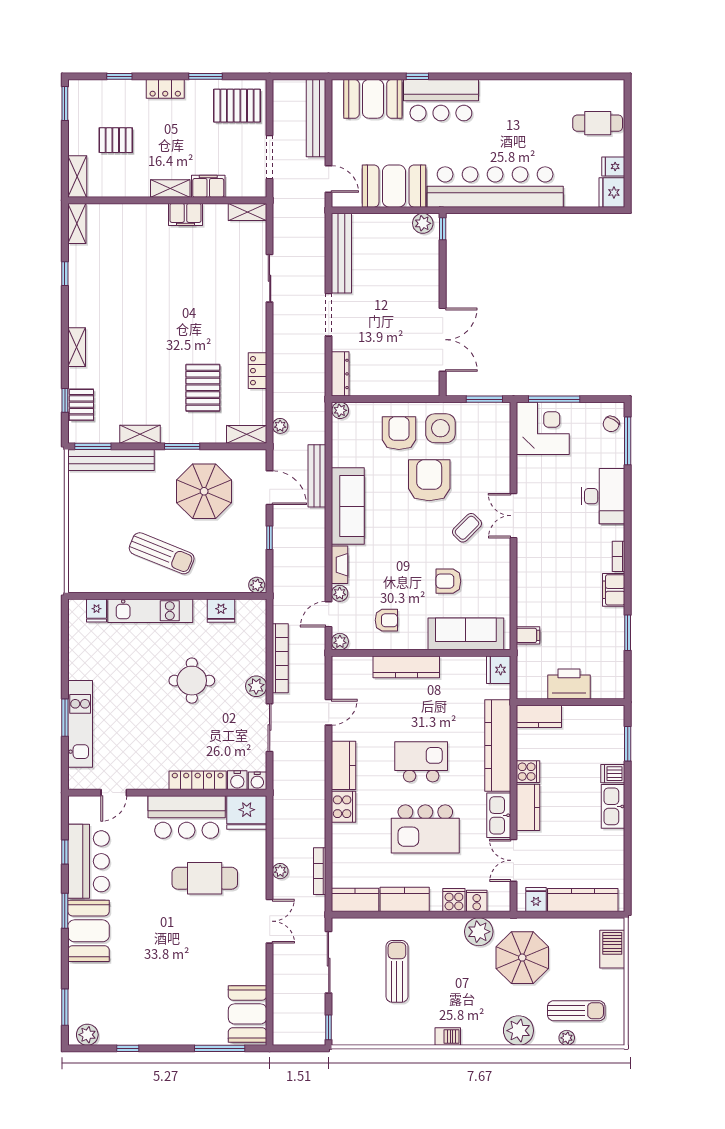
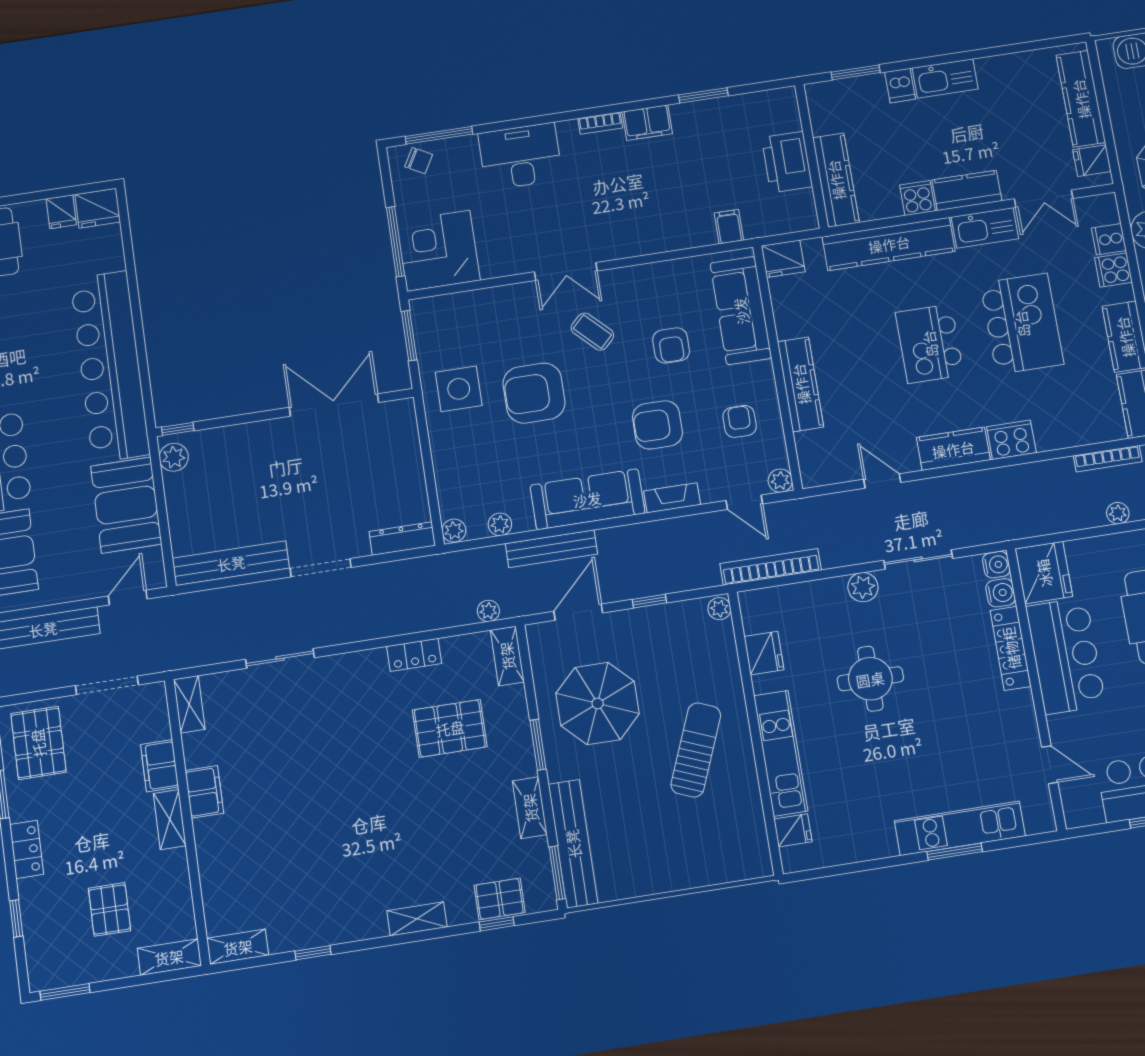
armchair: (399, 433) -> (657, 425), moved
plant: (340, 593) -> (500, 524), moved
bookcase: (280, 658) -> (771, 567), moved
kitchen counter: (539, 716) -> (836, 180), width x1.50

